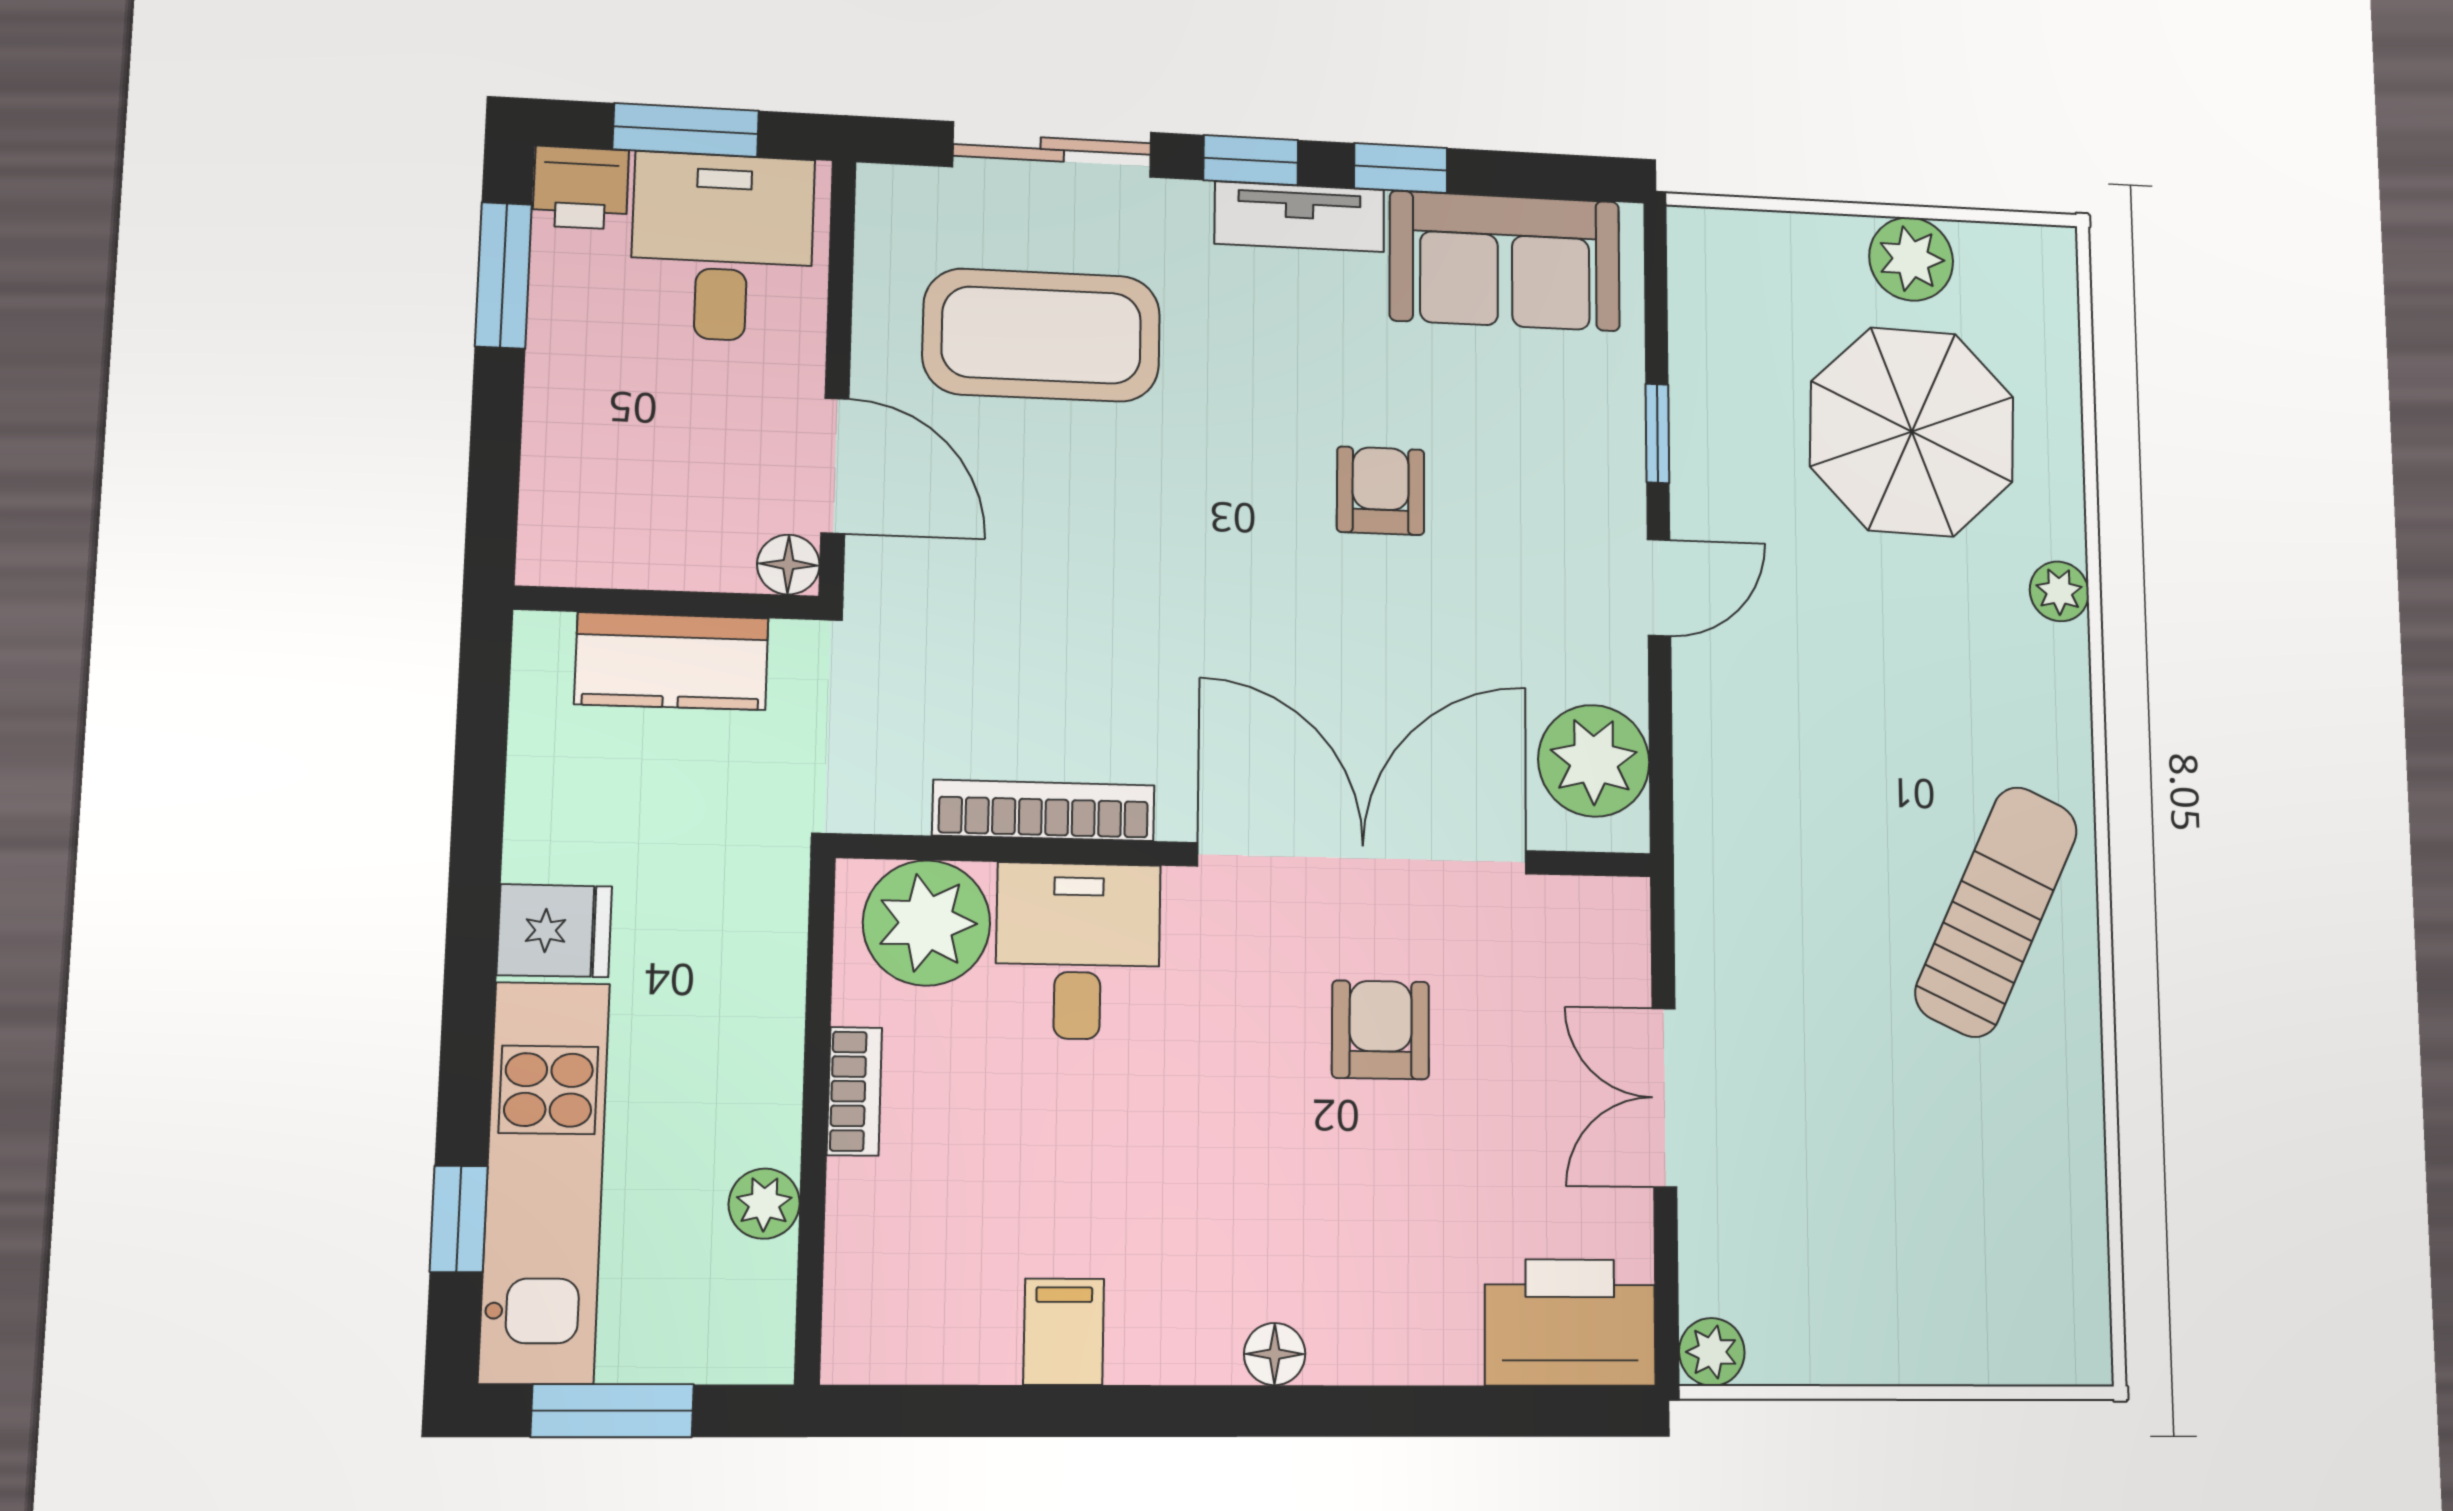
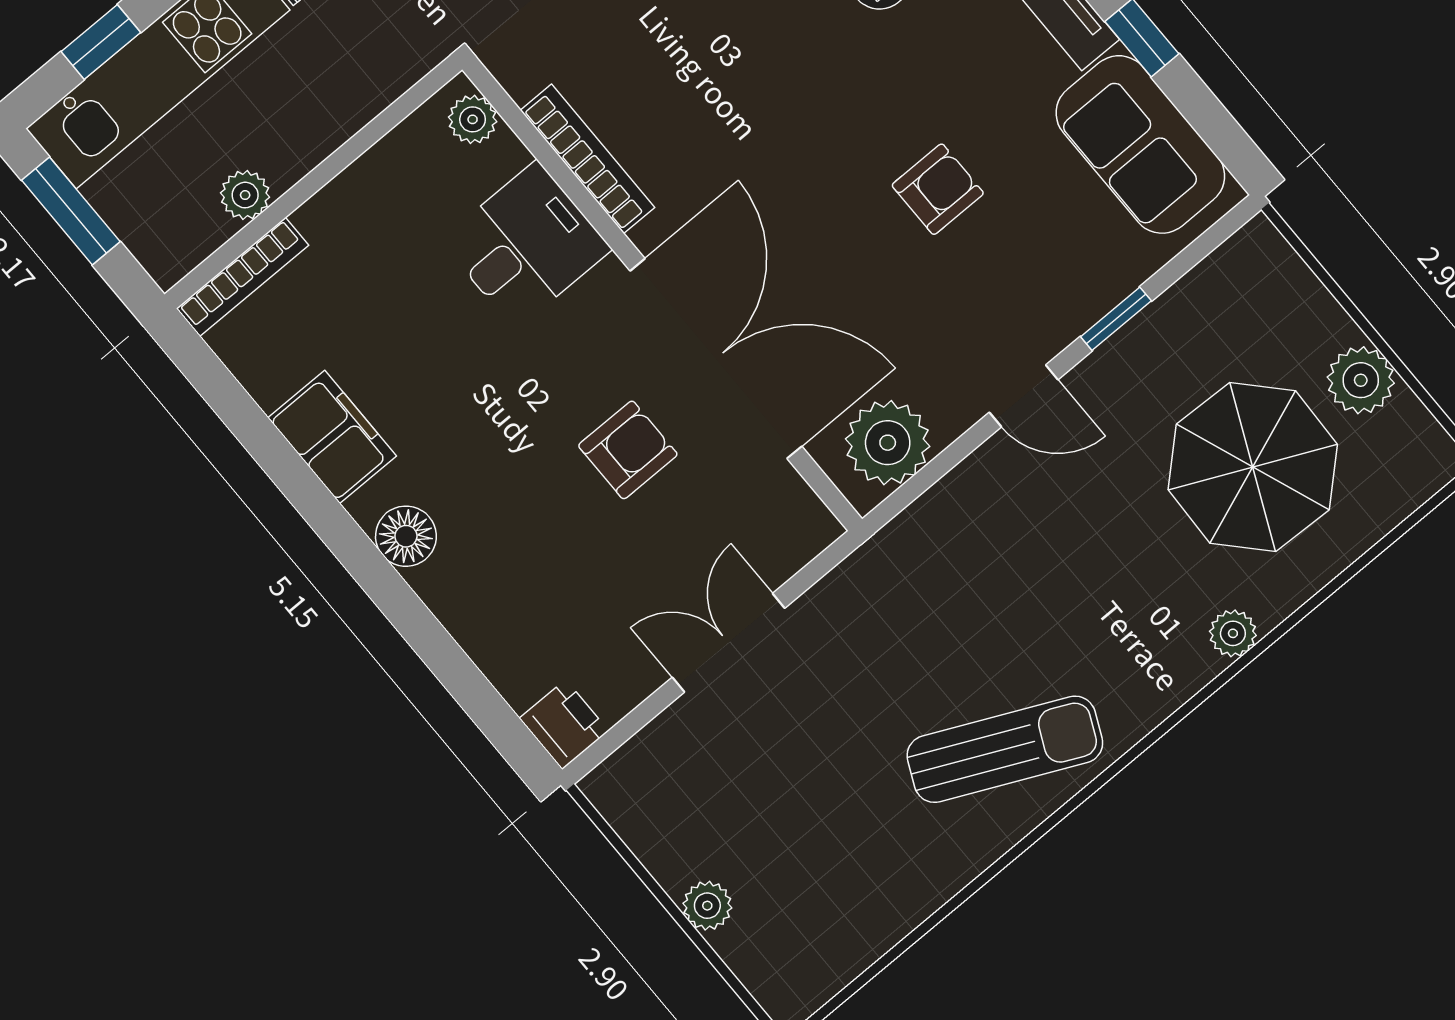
plant: (927, 923) -> (473, 119), width x0.53, depth x0.53
bookcase: (854, 1091) -> (242, 277), moved, width x1.56
printer: (1570, 1322) -> (564, 725), width x0.53, depth x0.68
filing cabinet: (1064, 1332) -> (332, 437), width x2.00
plant: (1712, 1352) -> (707, 906), moved
floor lamp: (1275, 1354) -> (406, 536), width x1.37, depth x1.37

